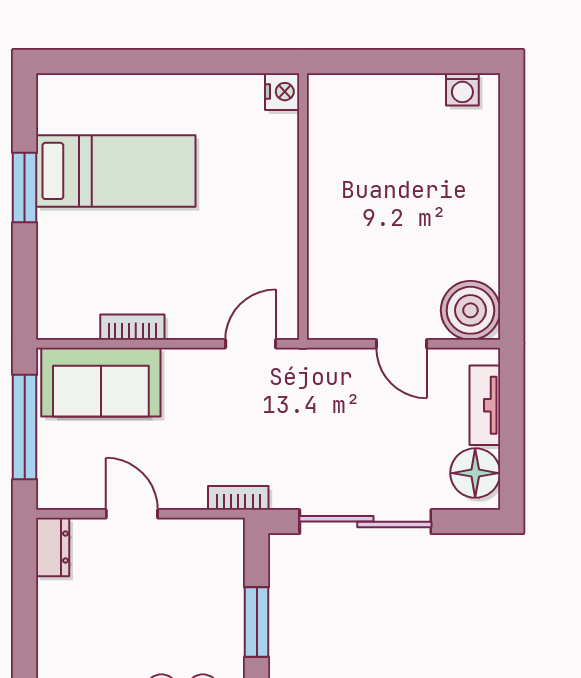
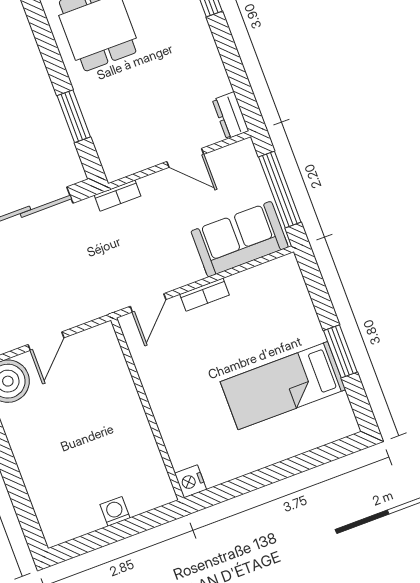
washing machine: (462, 89) -> (115, 511), moved
bookcase: (132, 327) -> (204, 295), moved
door: (401, 344) -> (46, 341), swing flipped

